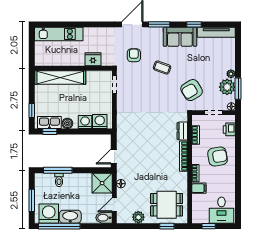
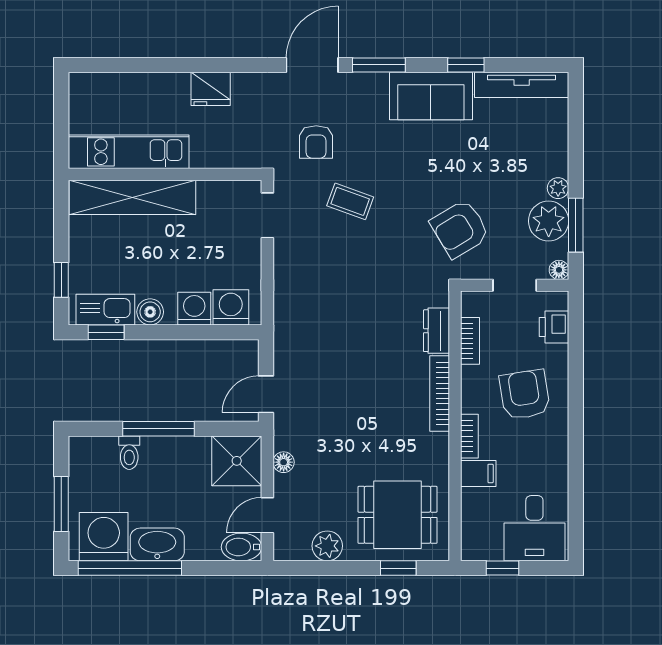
kitchen unit: (59, 34) -> (129, 152), moved, turned 180
armchair: (134, 55) -> (316, 142), turned 180
fridge: (93, 59) -> (211, 89), moved, turned 180
coffee table: (162, 68) -> (350, 201), moved
armchair: (218, 157) -> (525, 395), turned -89
window: (58, 170) -> (158, 429), moved

